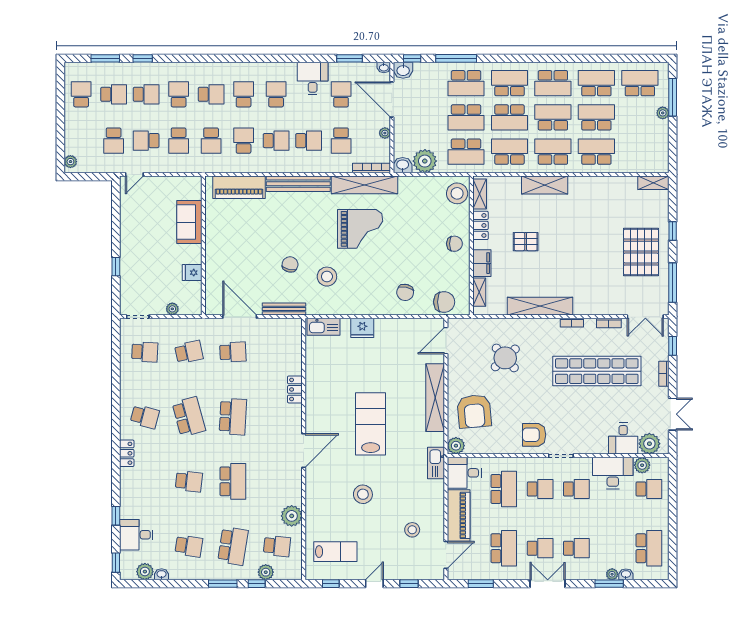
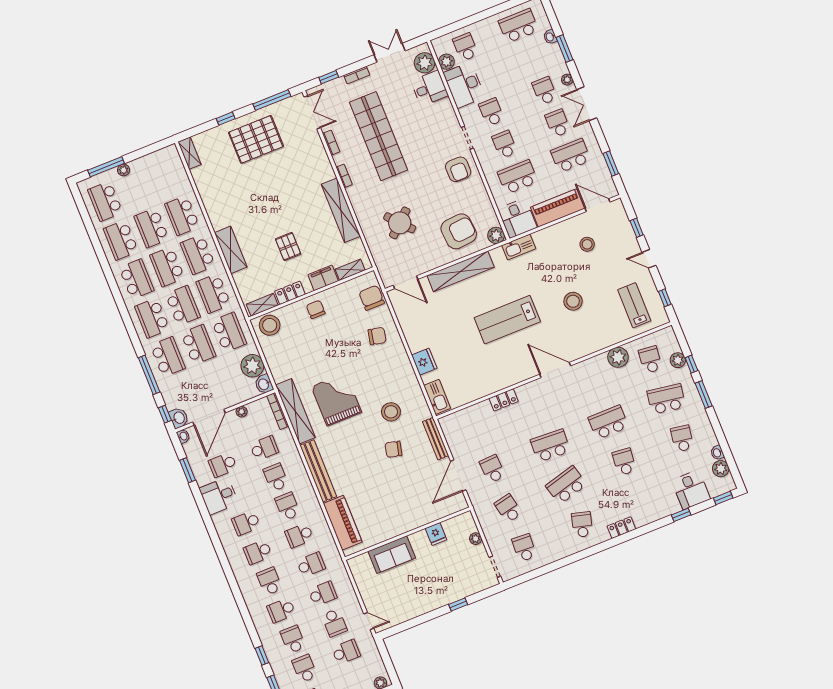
plant: (612, 574) -> (567, 80), moved

